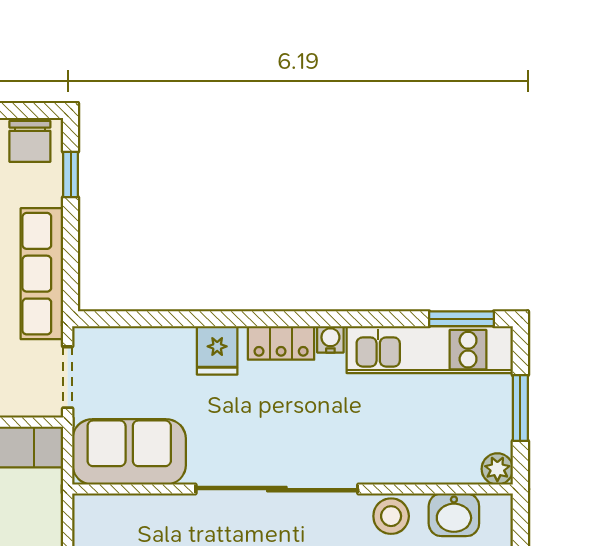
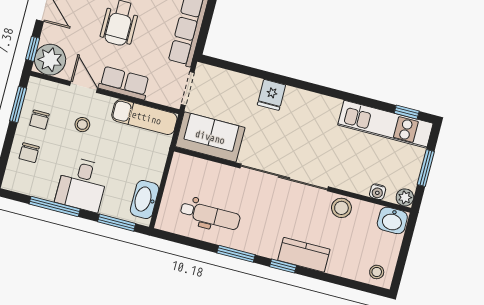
window: (461, 319) -> (407, 112), width x0.67
water cooler: (330, 339) -> (378, 192), moved, turned 180
locker: (281, 343) -> (307, 100), removed
washbasin: (454, 515) -> (392, 220), moved

